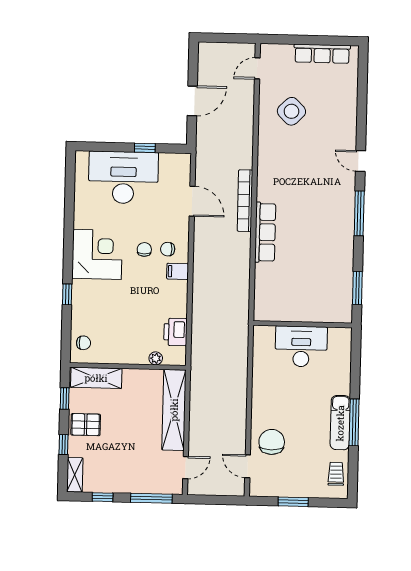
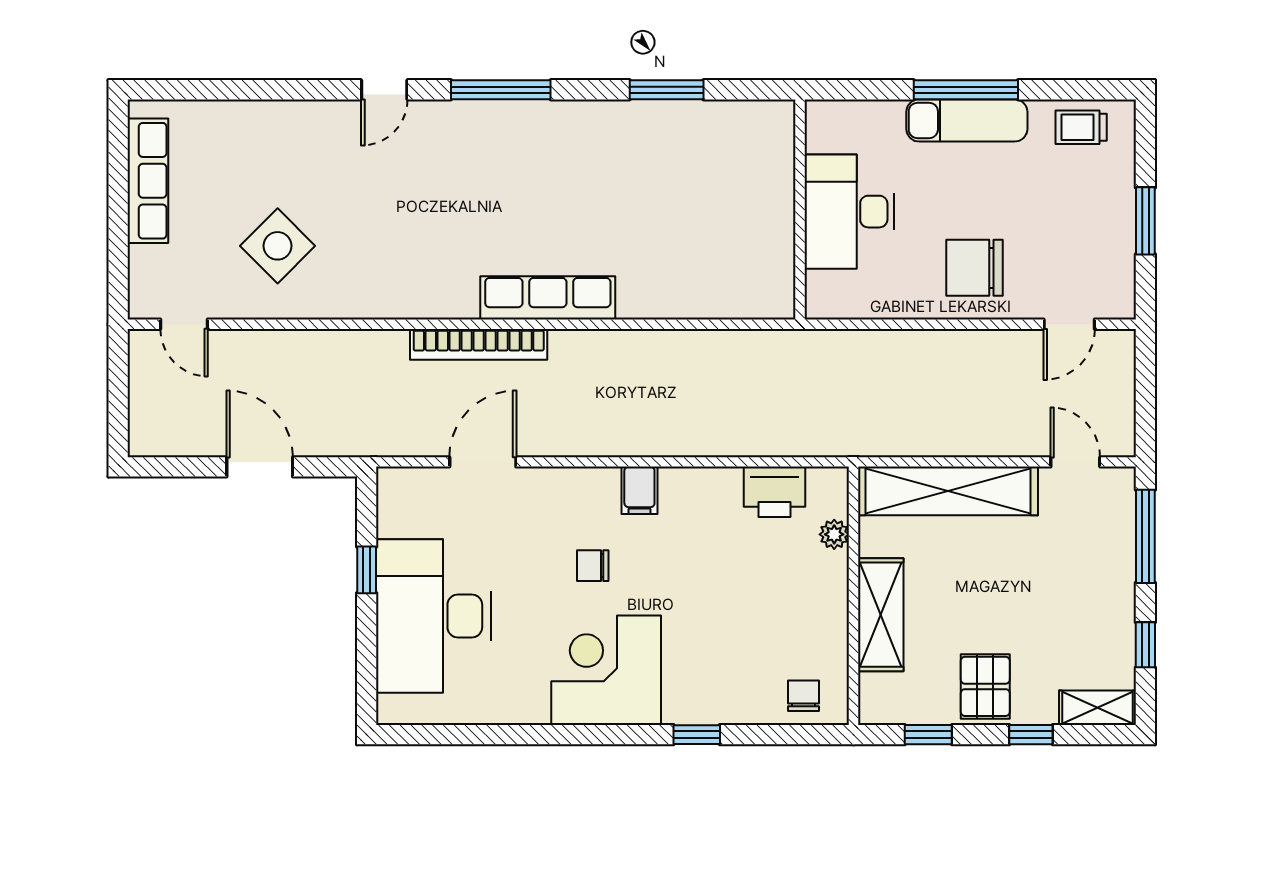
chair: (168, 249) -> (591, 514), removed
wall: (303, 324) -> (800, 209), moved
desk: (301, 346) -> (850, 212), moved
shelving: (96, 378) -> (881, 615), moved
chair: (272, 442) -> (974, 268), moved

